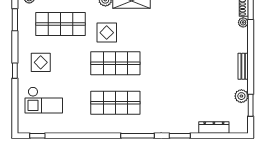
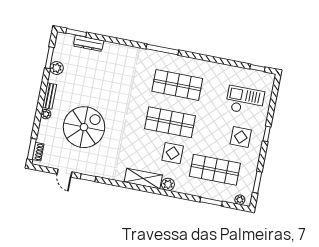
plant: (243, 22) -> (46, 114), moved
spiral stairs: (202, 41) -> (84, 127), added
window: (180, 136) -> (76, 33), moved

